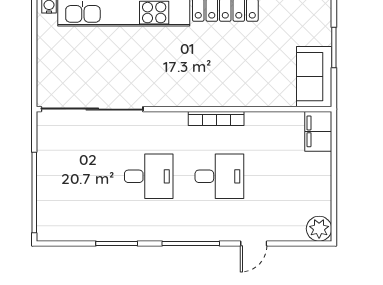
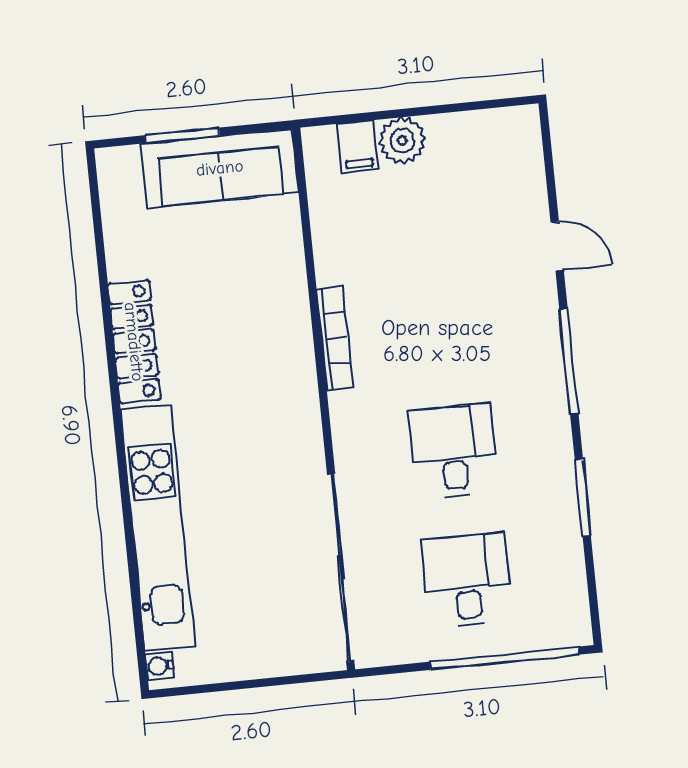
sofa: (314, 77) -> (220, 168), width x1.36
filing cabinet: (318, 131) -> (358, 146), width x0.50
desk: (219, 176) -> (467, 581), moved
plant: (319, 229) -> (402, 141), moved

